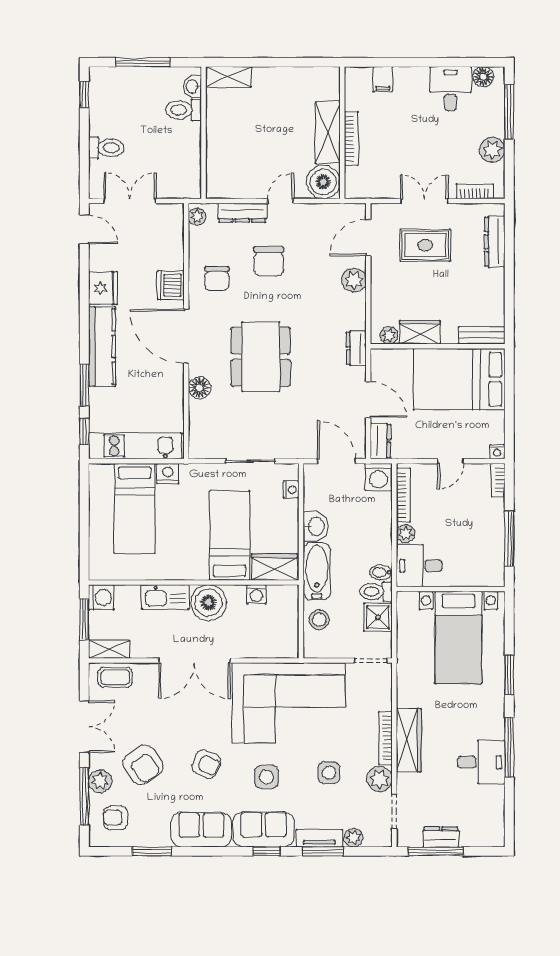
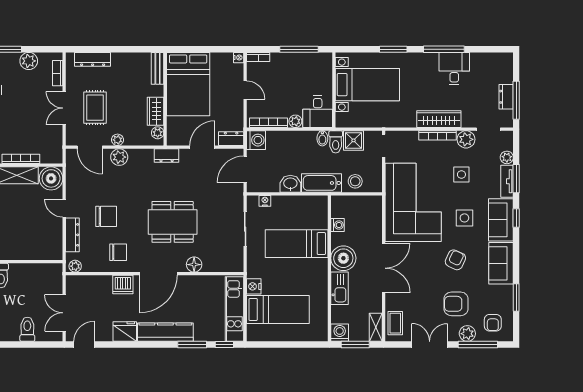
plant: (379, 278) -> (118, 140), added
wardrobe: (274, 567) -> (319, 212), removed
armchair: (143, 765) -> (456, 304), turned -145

